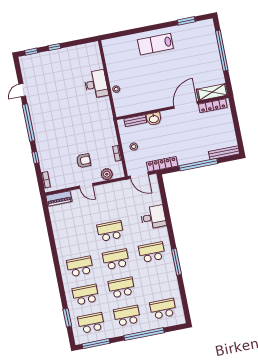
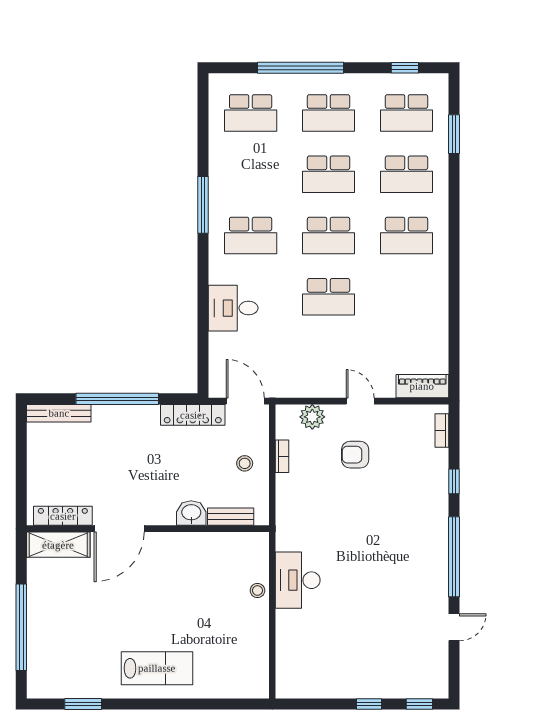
desk: (96, 84) -> (298, 580), moved
window: (96, 344) -> (405, 68), width x0.46

